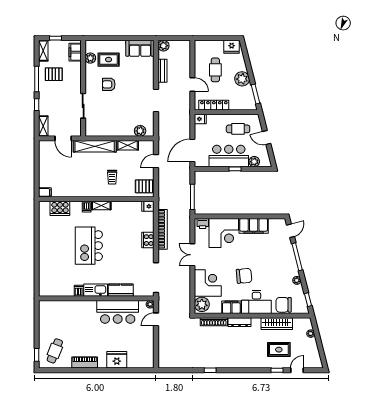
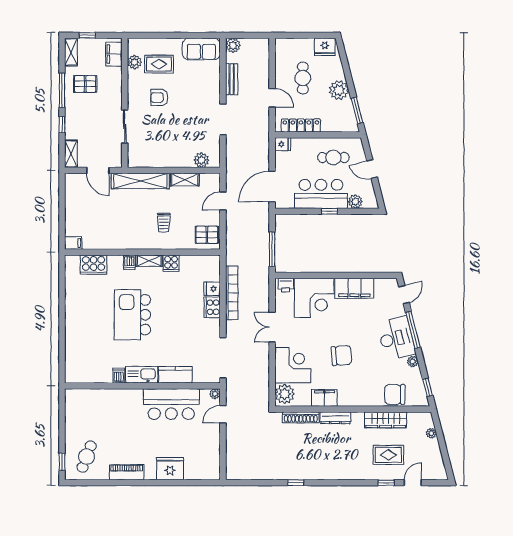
fridge: (148, 206) -> (212, 289), moved
cooker: (118, 207) -> (171, 263), added
desk: (256, 302) -> (396, 338), moved, turned -104

